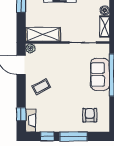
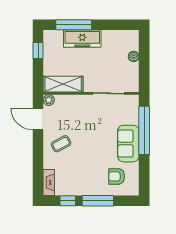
shelving: (105, 26) -> (134, 75), removed
sofa: (100, 74) -> (128, 144), moved
window: (21, 114) -> (38, 175), removed
armchair: (90, 115) -> (117, 176), turned -90

